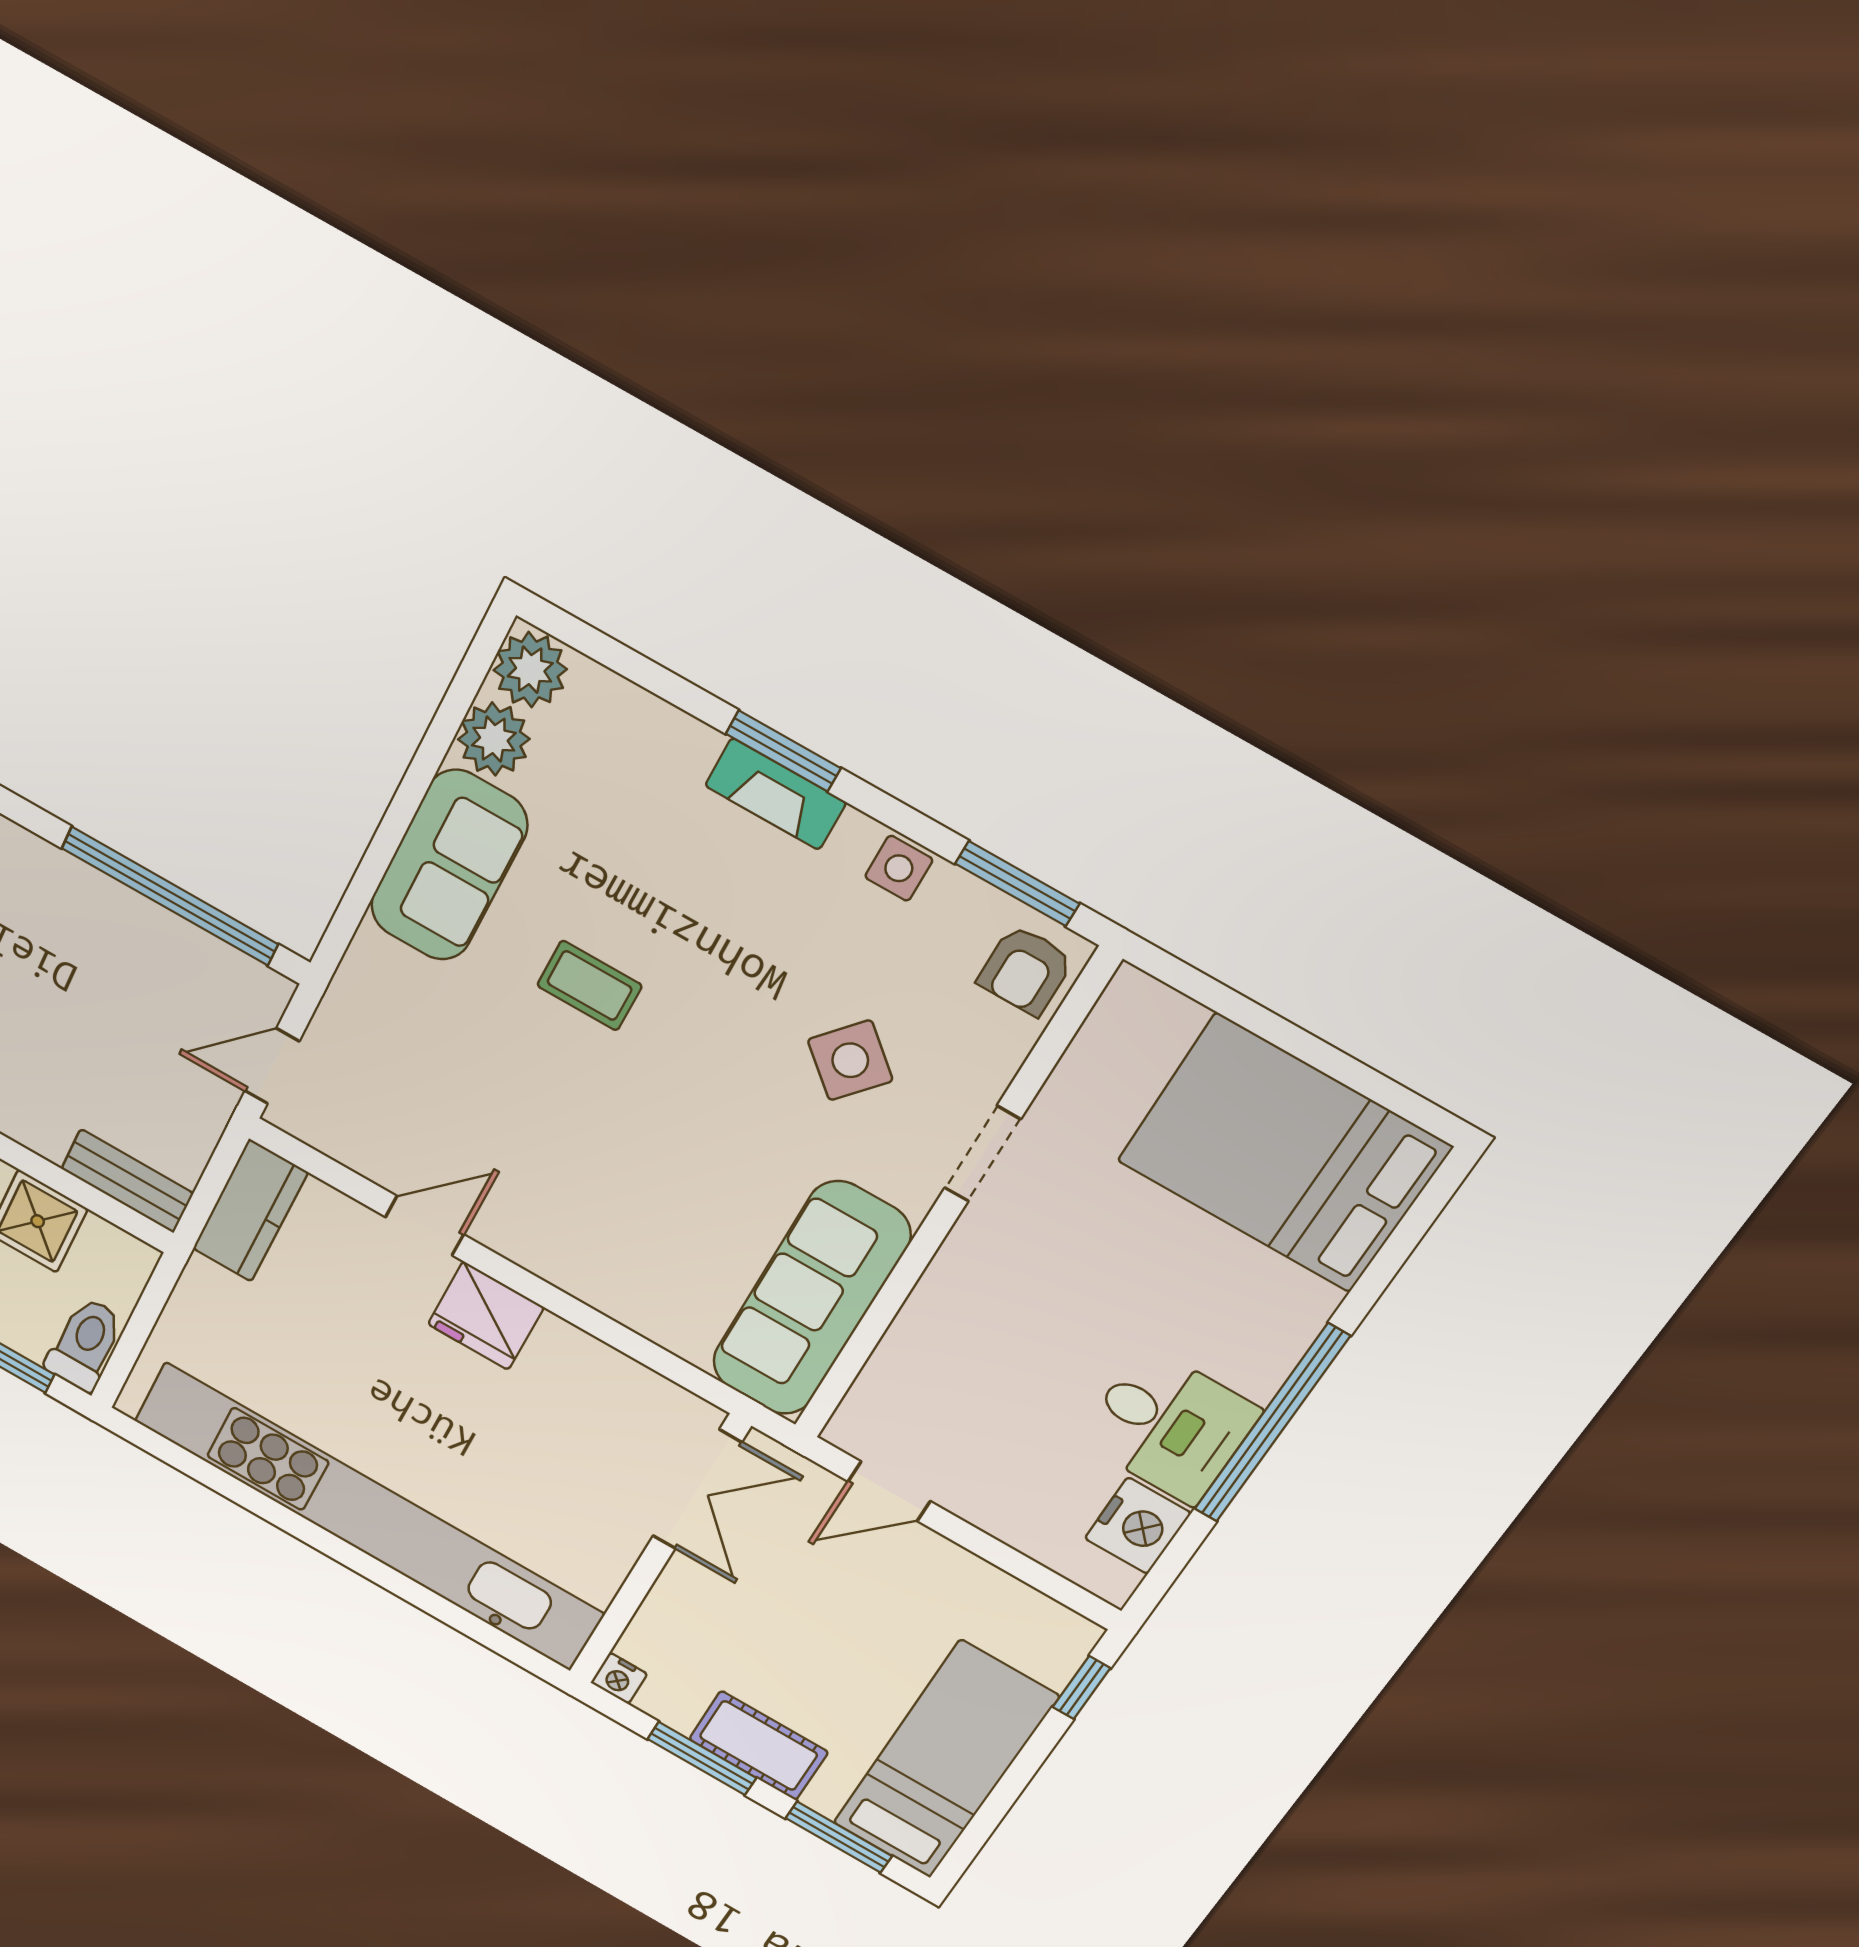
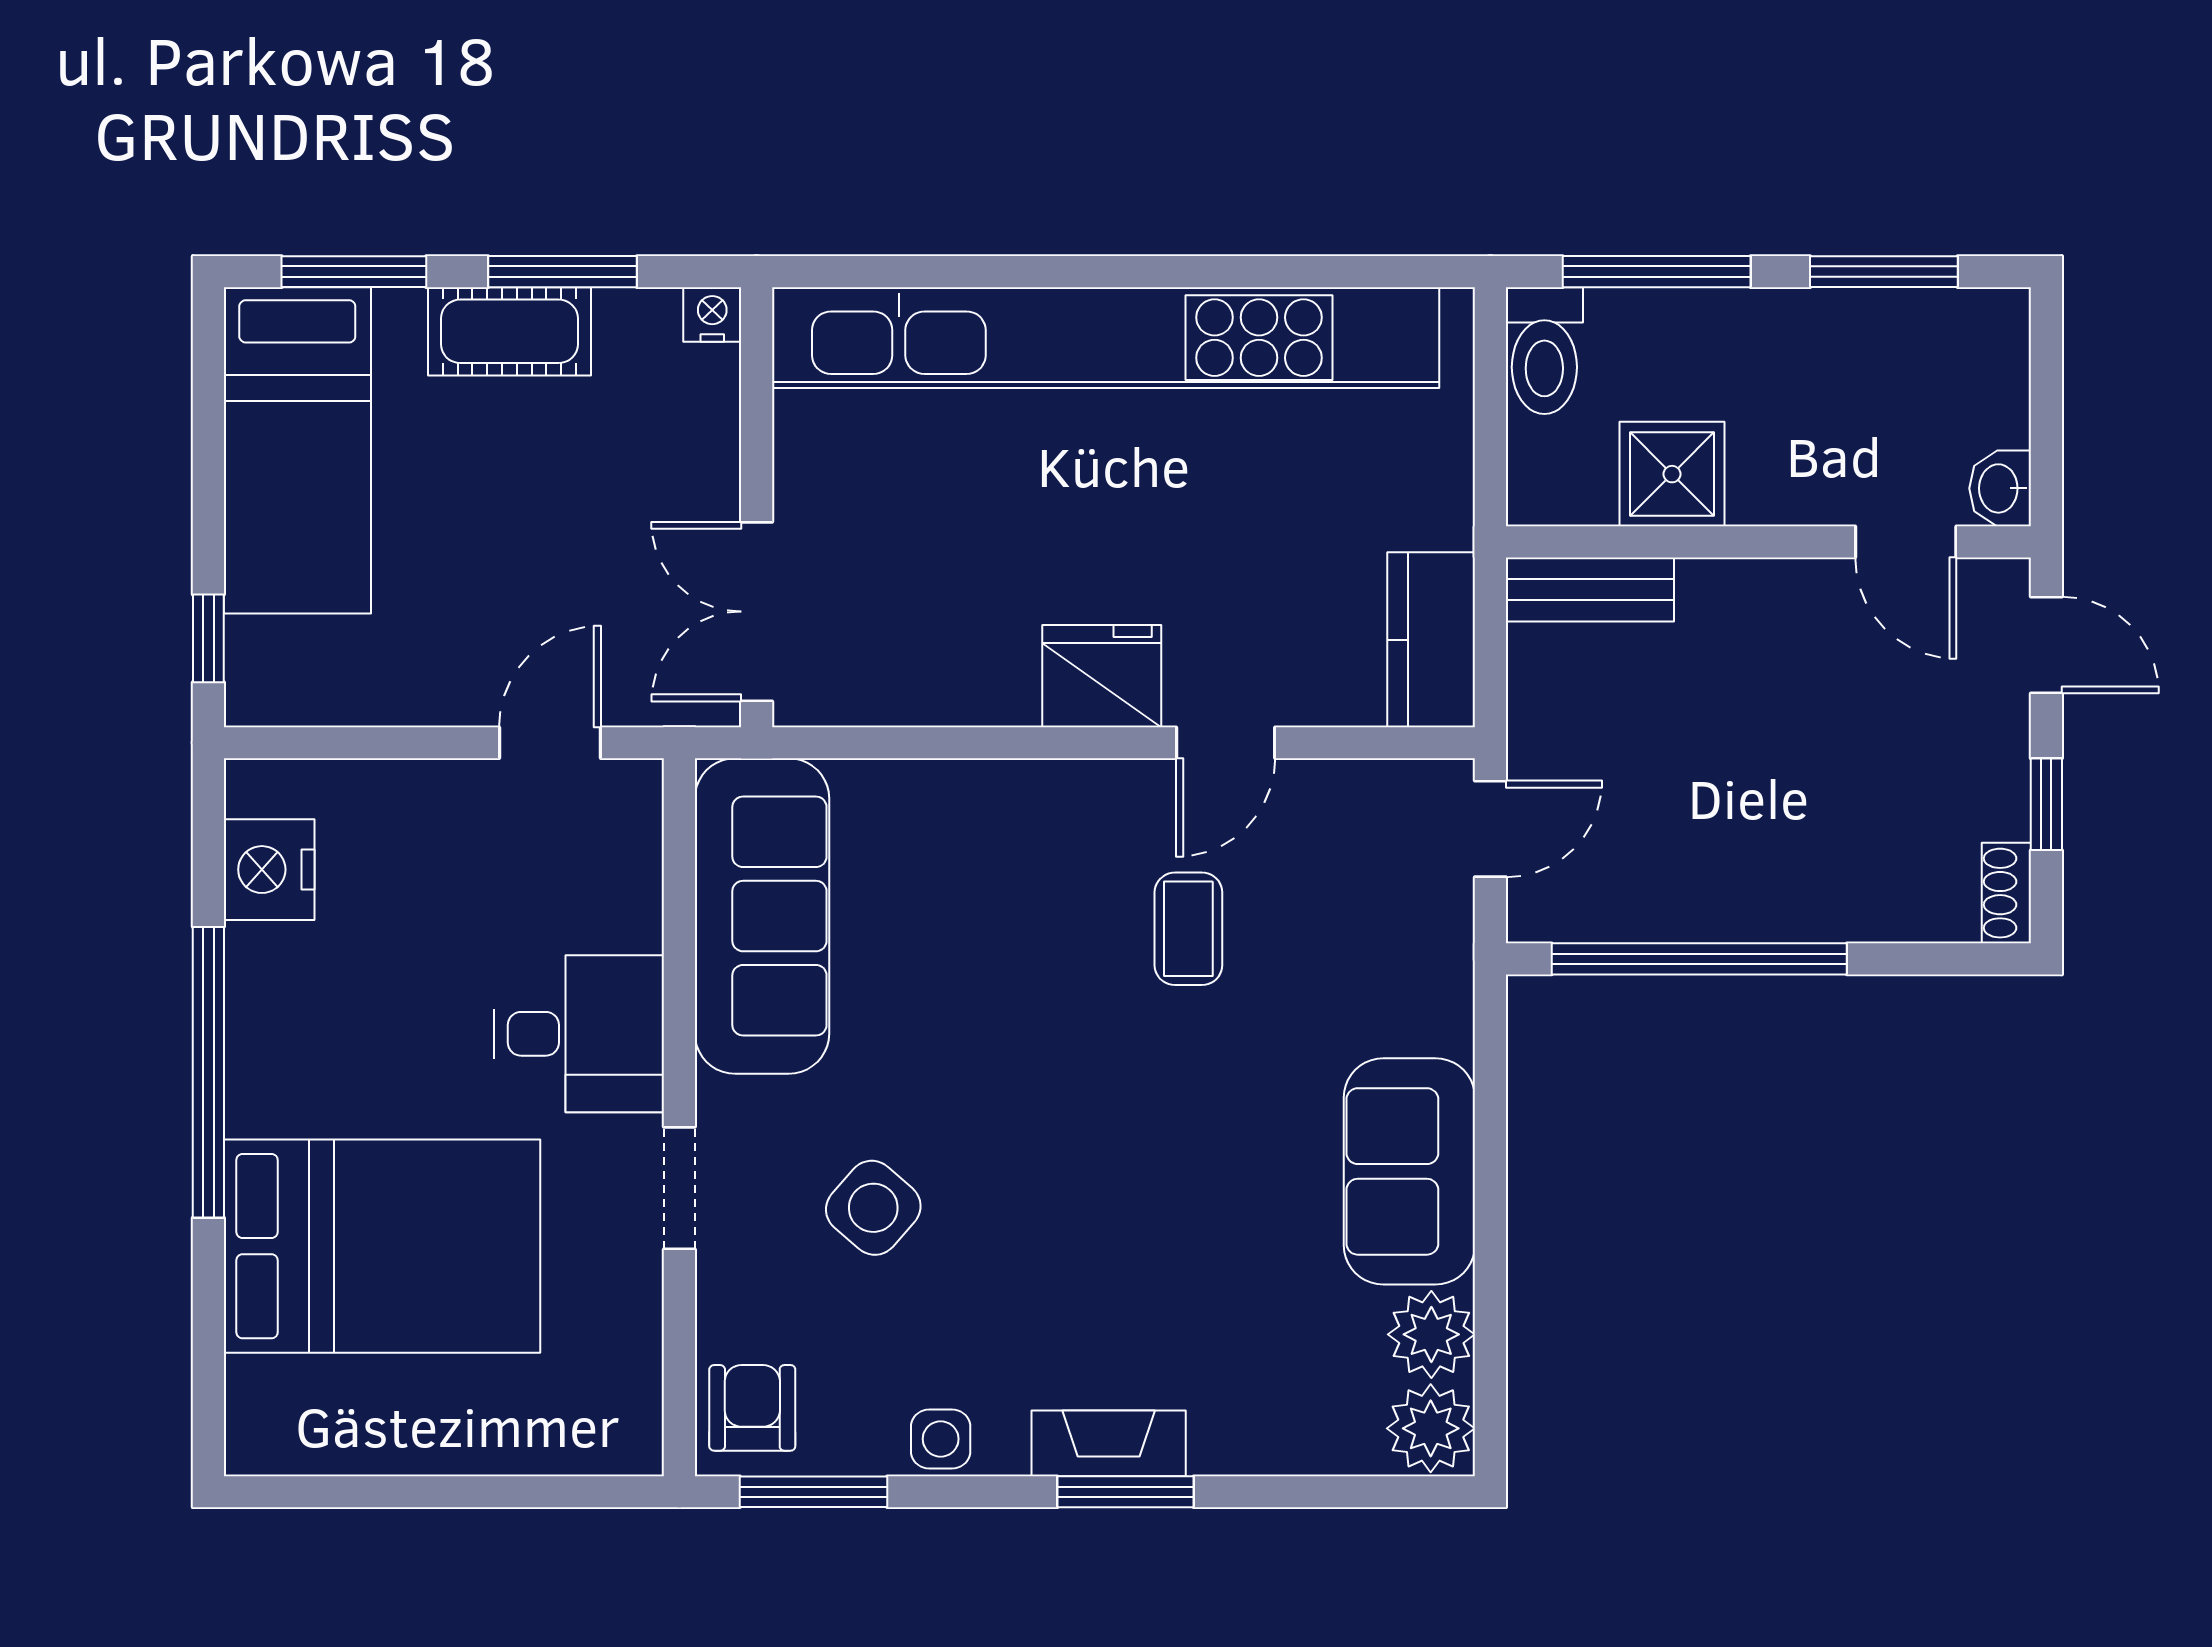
coffee table: (589, 986) -> (1188, 929), moved, turned 90
bed: (1284, 1154) -> (382, 1246), moved
desk: (1169, 1426) -> (579, 1034), moved, turned 180

